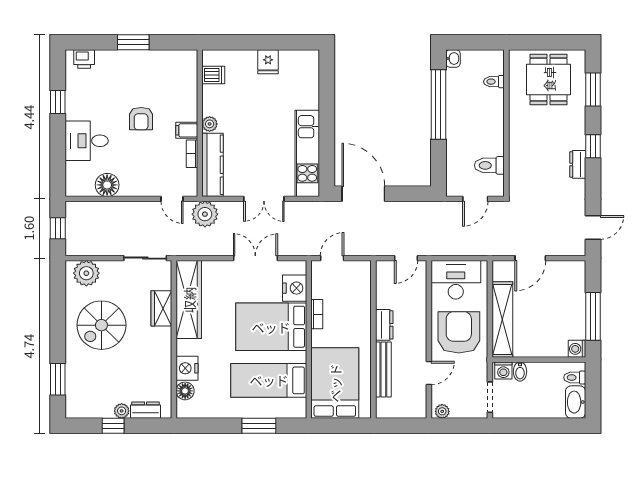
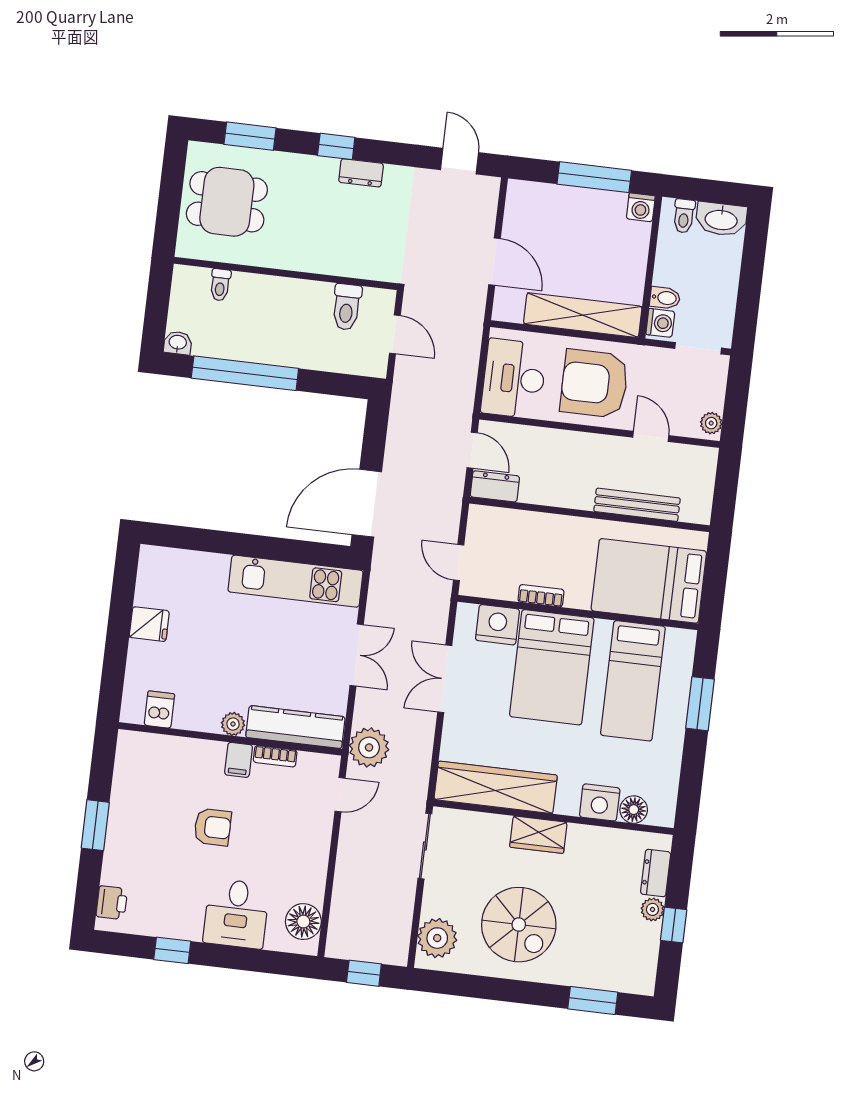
floor lamp: (107, 185) -> (303, 922), moved
wardrobe: (161, 308) -> (538, 835), moved
dresser: (384, 325) -> (495, 486), moved

